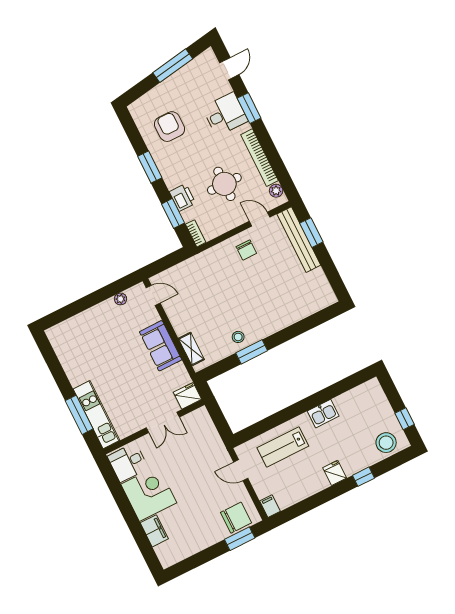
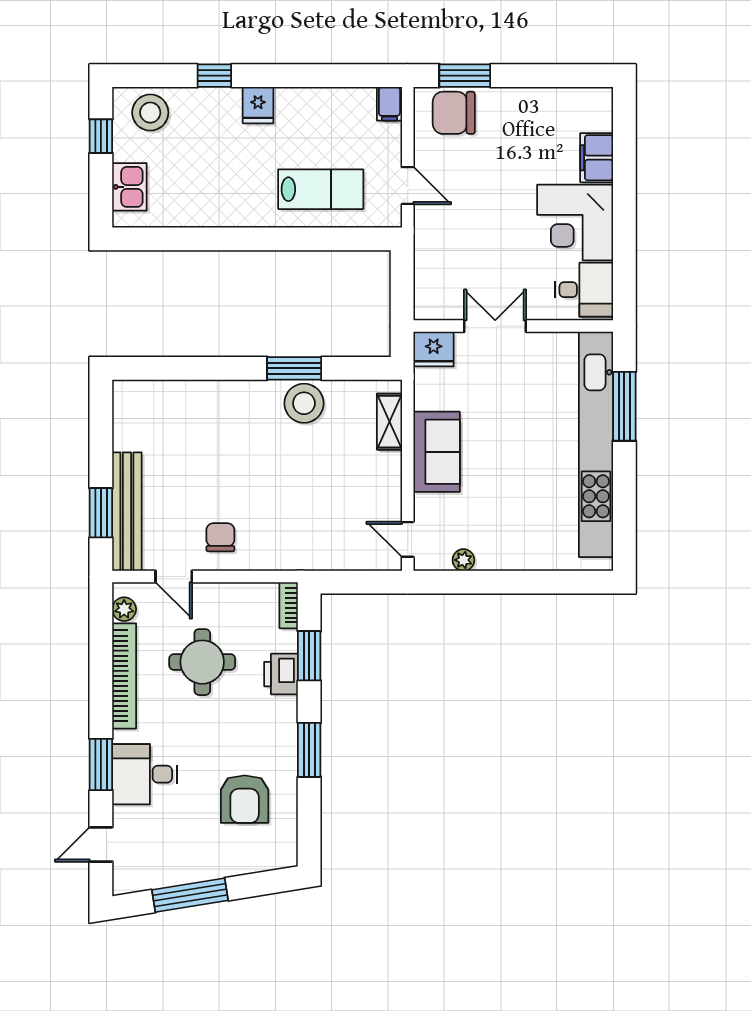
stool: (238, 337) -> (304, 403), width x1.89, depth x1.89
kitchen sink: (323, 414) -> (129, 187), moved, turned 90
kitchen unit: (97, 415) -> (596, 444), width x1.86

